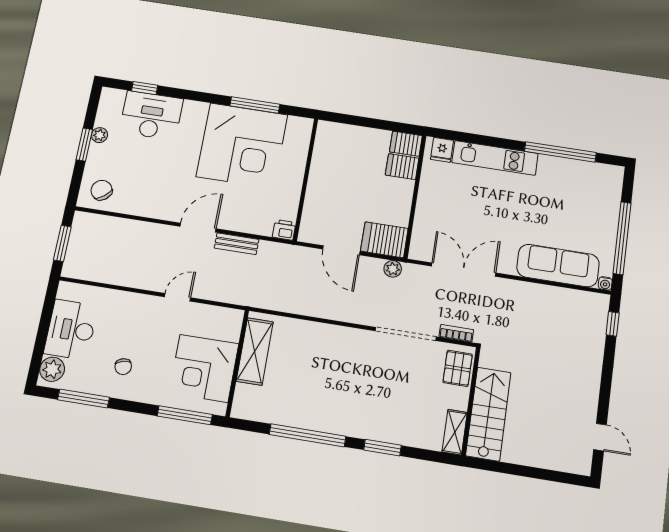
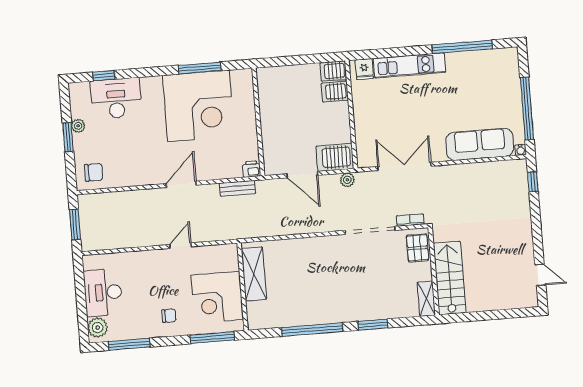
chair: (102, 190) -> (94, 172), turned 128
bench: (237, 244) -> (237, 188), moved
chair: (123, 367) -> (169, 316), moved, turned -76

